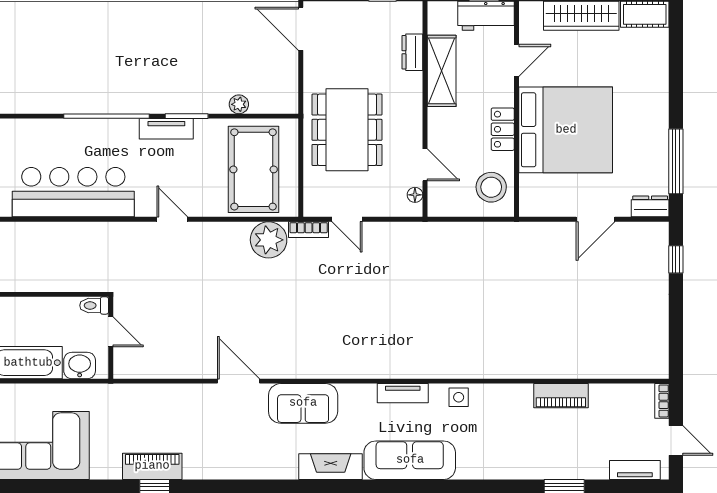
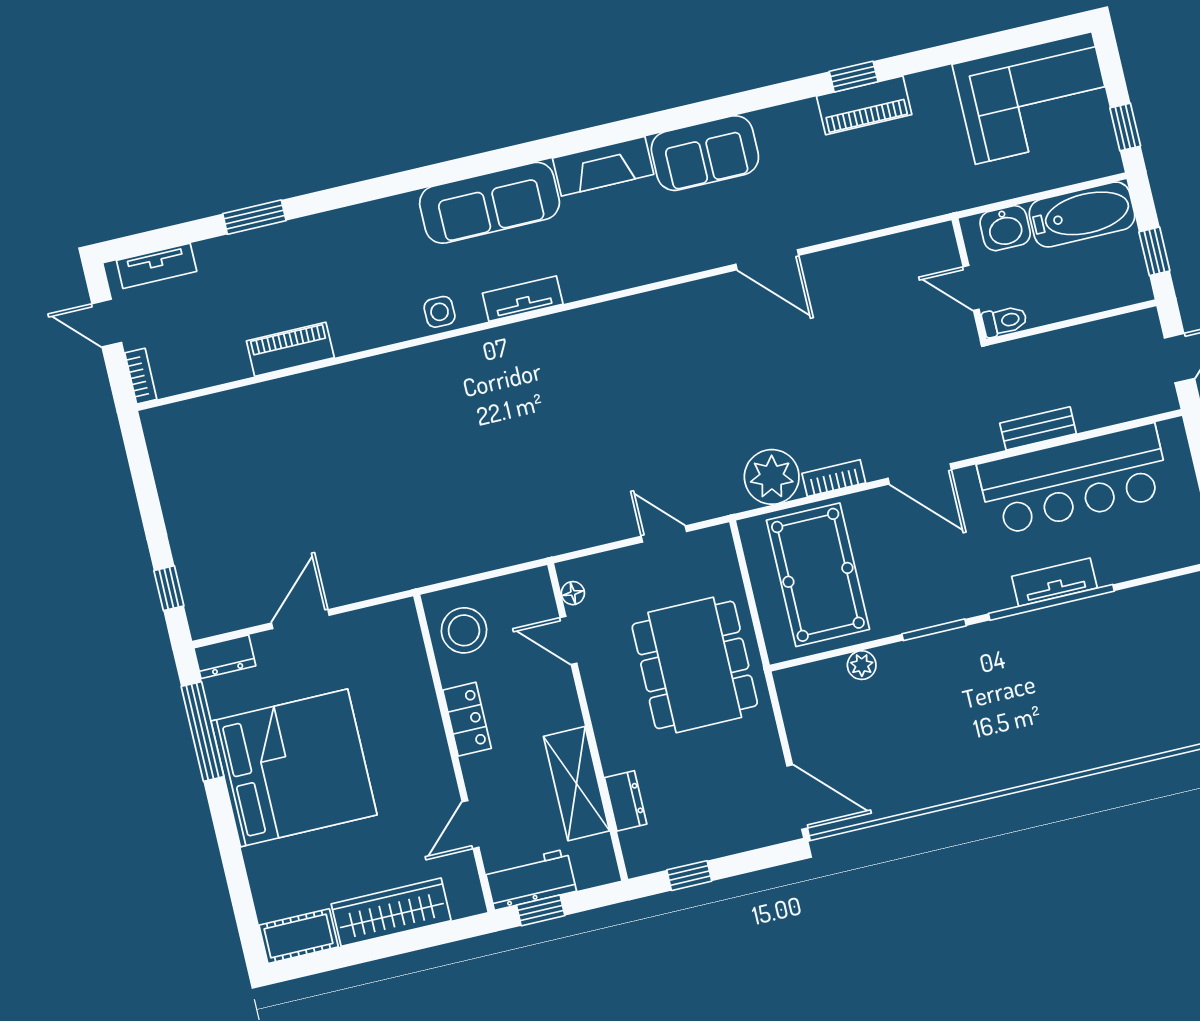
tv unit: (166, 129) -> (1054, 582), moved
bed: (566, 130) -> (294, 768), moved, turned 180
door: (172, 219) -> (920, 474), width x1.38
bookcase: (309, 230) -> (834, 478), moved
bench: (89, 231) -> (1038, 428), added
sofa: (303, 403) -> (705, 153), moved, turned 180

